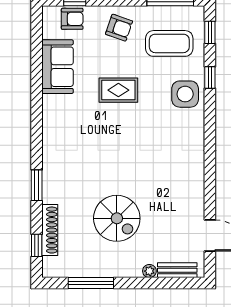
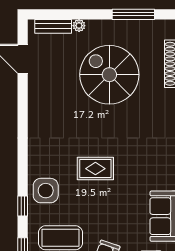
rug: (118, 90) -> (95, 169), moved
spiral stairs: (117, 218) -> (109, 75), width x1.37, depth x1.37

